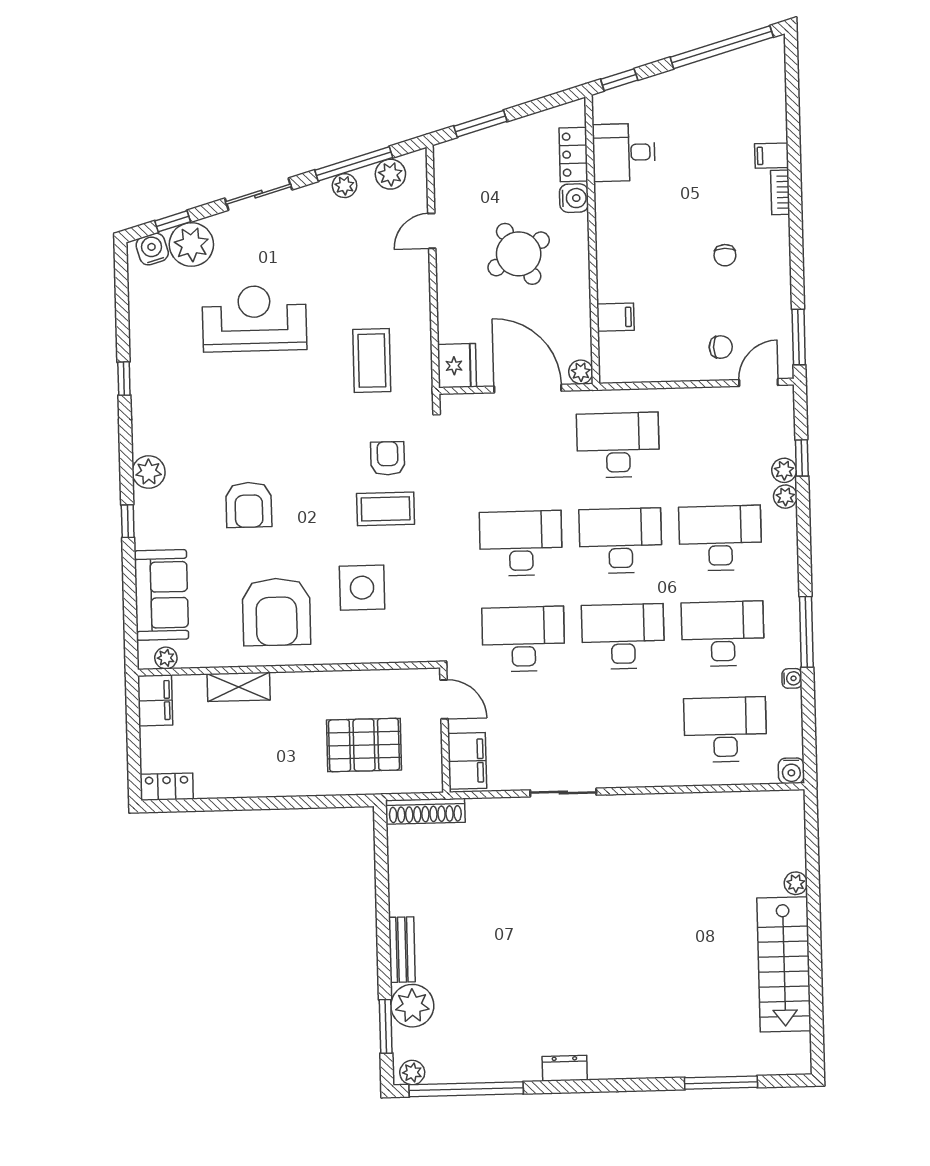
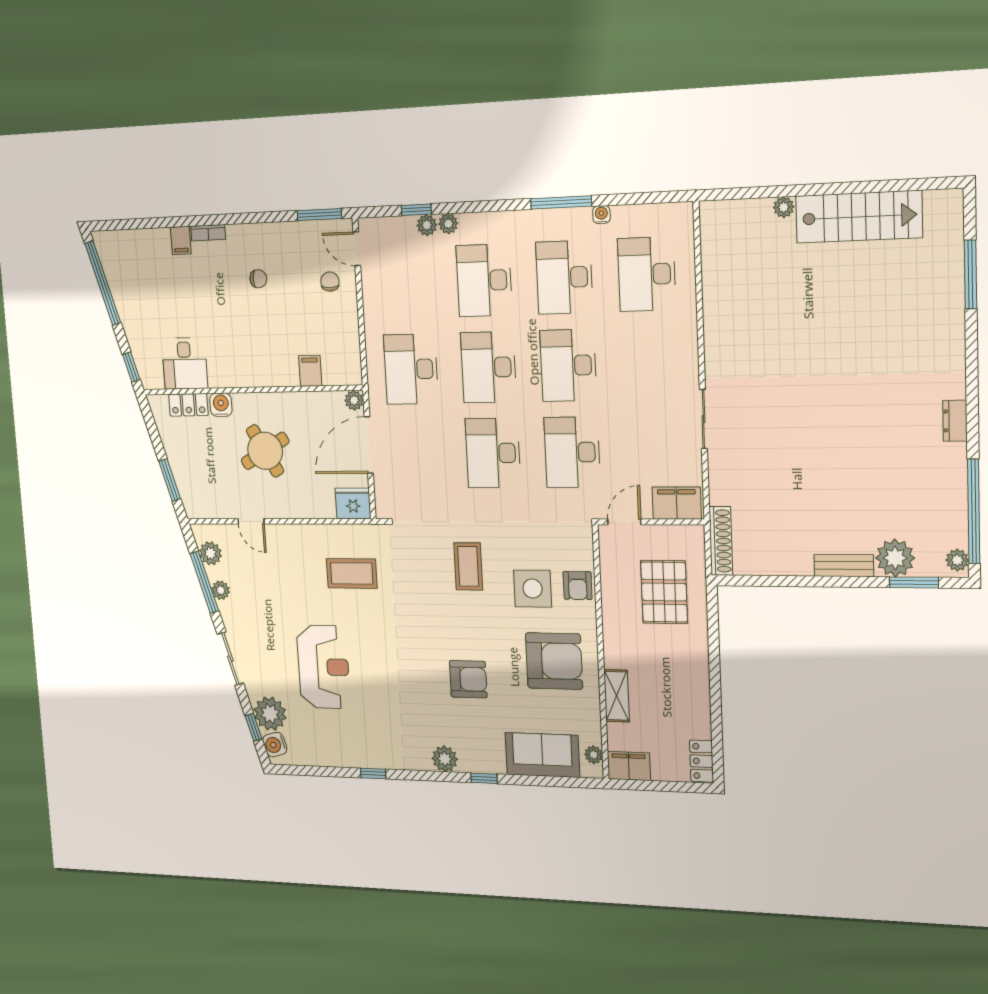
reception desk: (254, 319) -> (323, 667), turned 180
armchair: (388, 458) -> (578, 586), moved, turned -90
water cooler: (791, 771) -> (682, 213), removed

